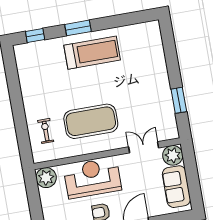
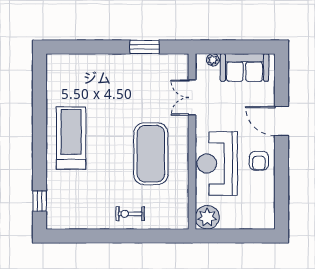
window: (78, 28) -> (40, 149), removed
exercise bike: (46, 131) -> (130, 214), moved
plant: (173, 155) -> (213, 60), width x0.53, depth x0.53

